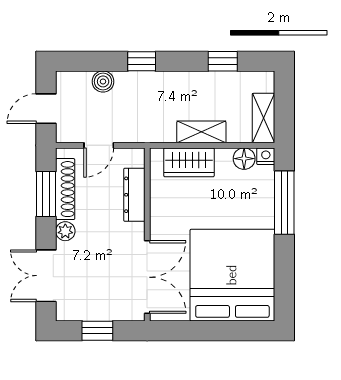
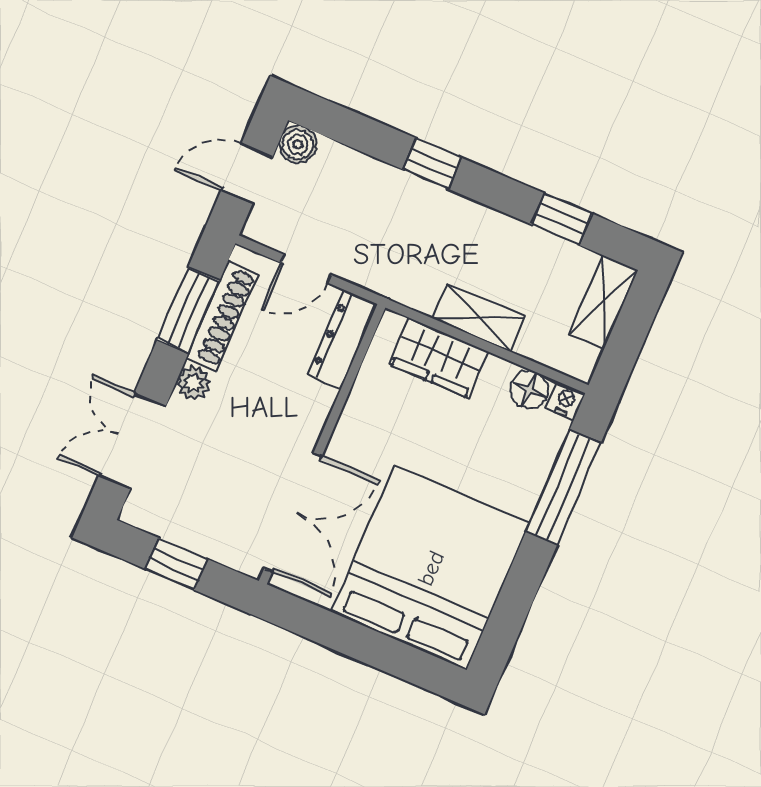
boiler: (103, 81) -> (298, 144), moved
shelving: (264, 118) -> (603, 302), moved
dresser: (134, 195) -> (343, 340), moved

